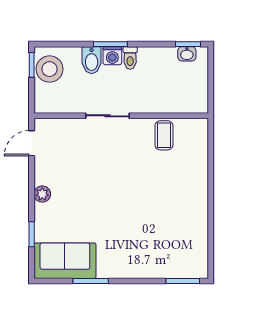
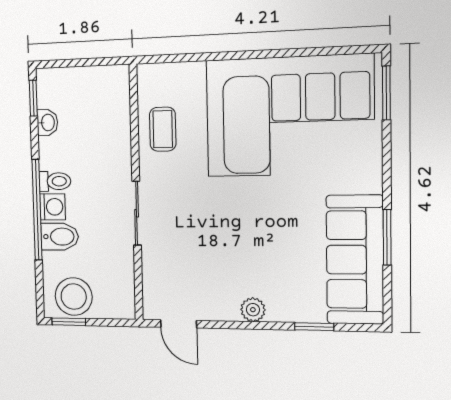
window: (110, 44) -> (37, 210), width x2.11
washbasin: (187, 54) -> (47, 122), moved
coffee table: (164, 135) -> (163, 129), turned 90
corner sofa: (170, 220) -> (289, 116), added
sofa: (65, 261) -> (355, 260), width x1.36

